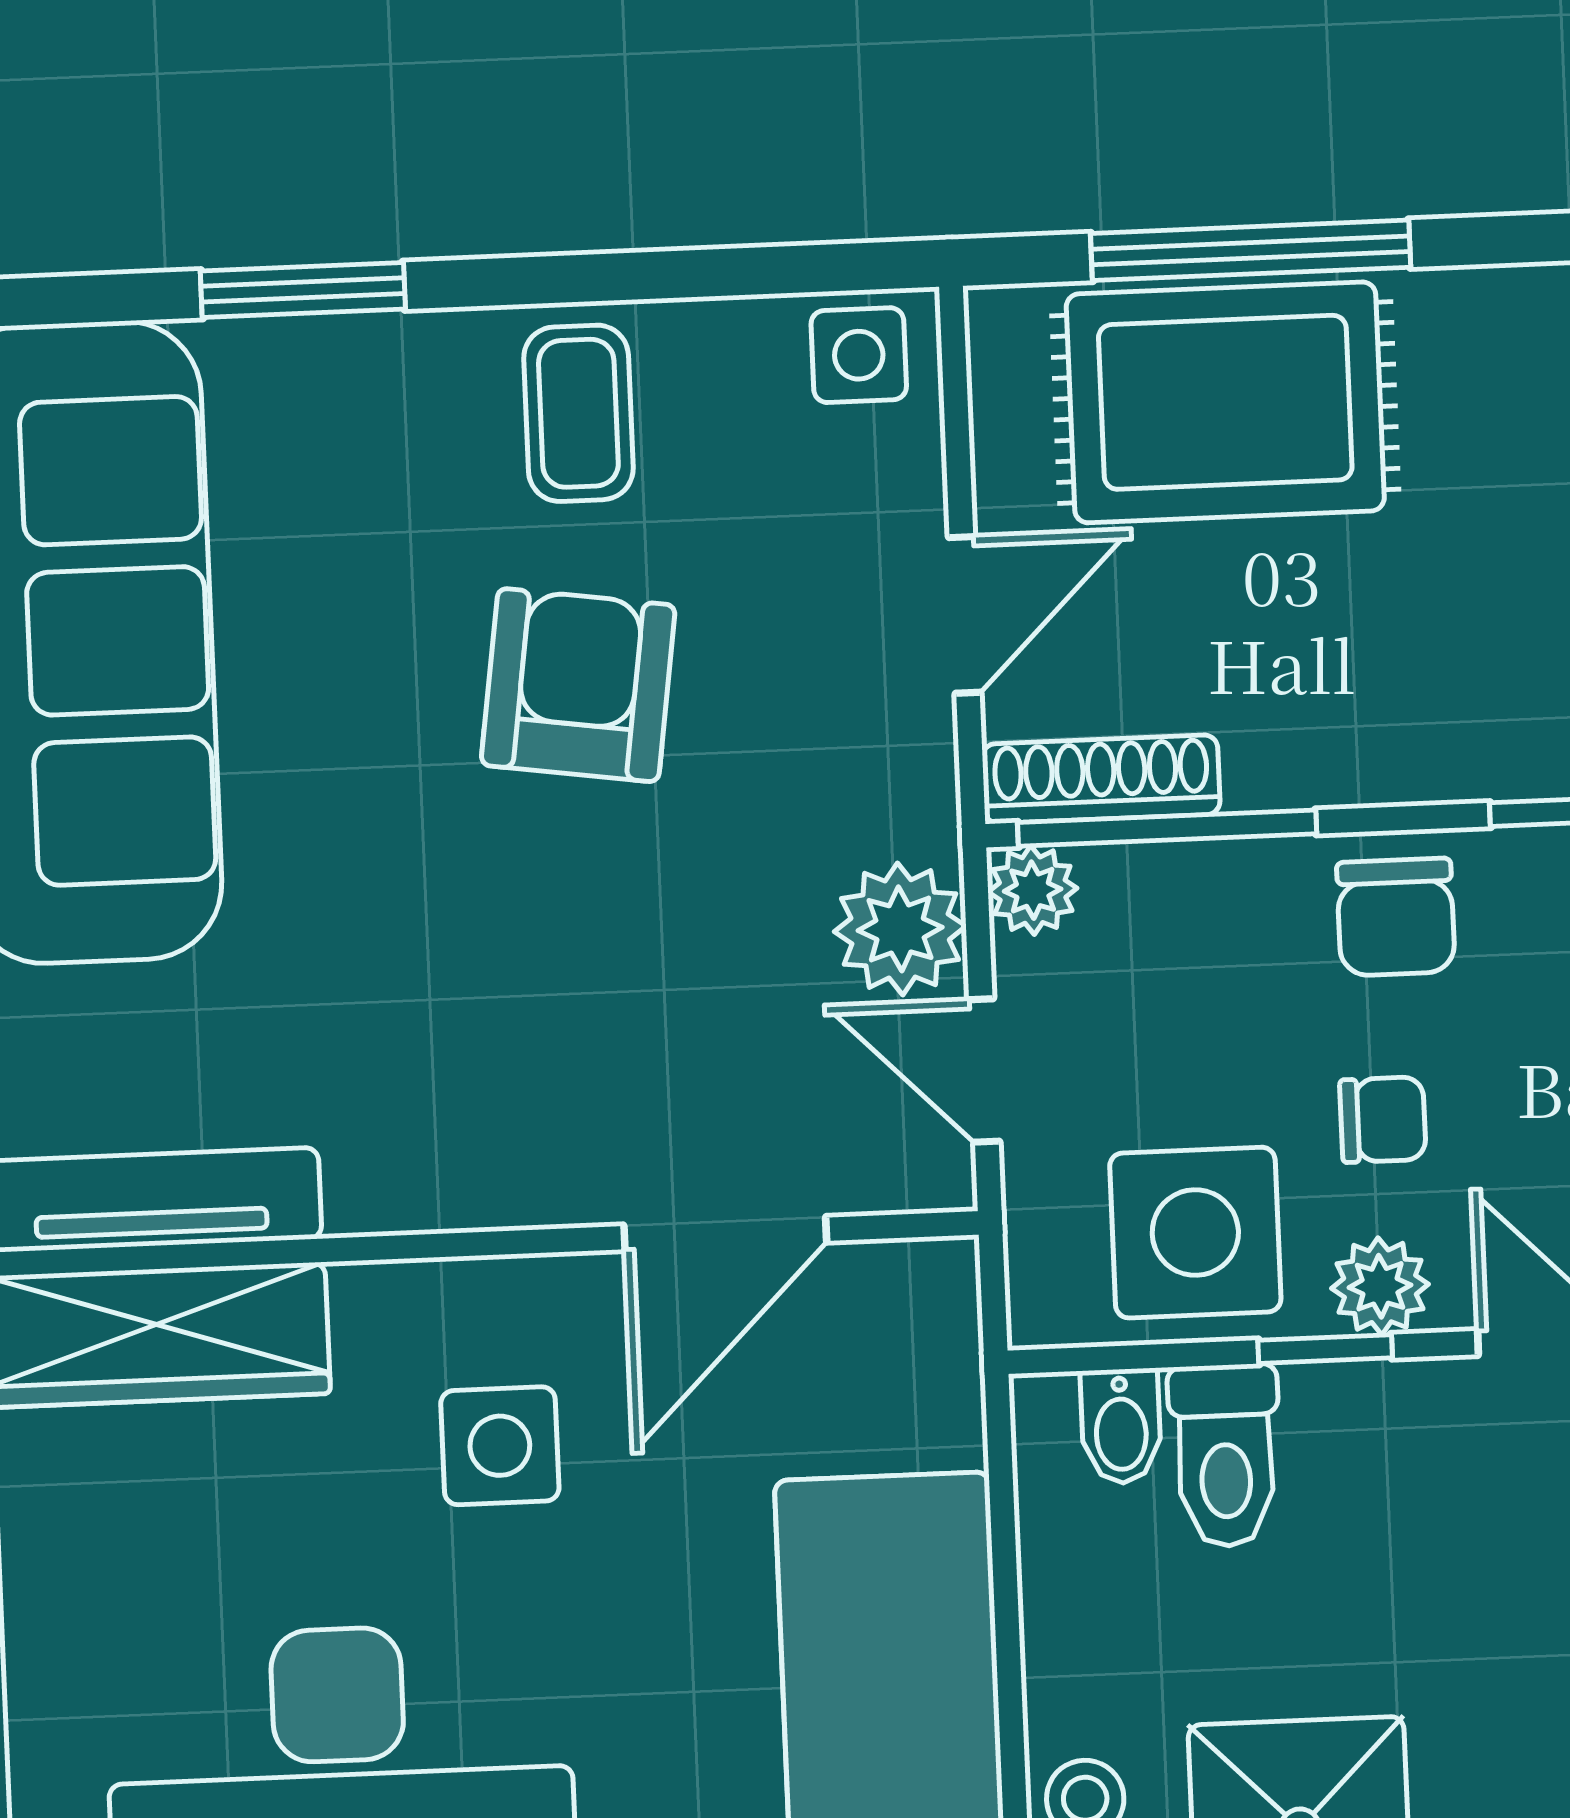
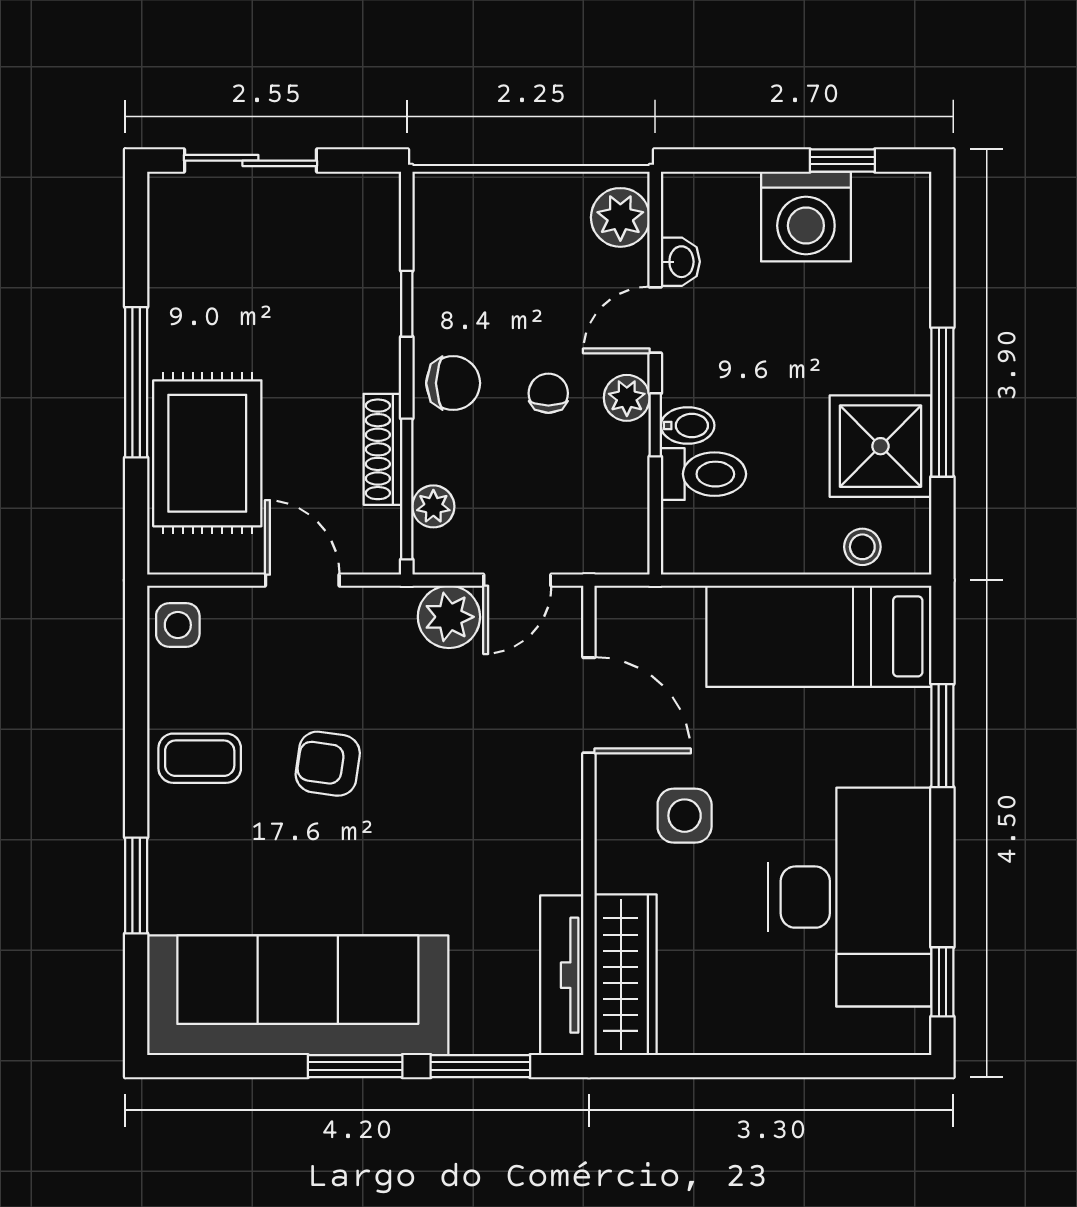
window: (1251, 250) -> (136, 382), moved
armchair: (578, 685) -> (328, 764), width x0.72, depth x0.72
shoe rack: (1101, 779) -> (382, 449), moved
plant: (1033, 890) -> (433, 506), moved
side table: (1195, 1233) -> (598, 484), removed
bidet: (1121, 1426) -> (688, 425), moved

